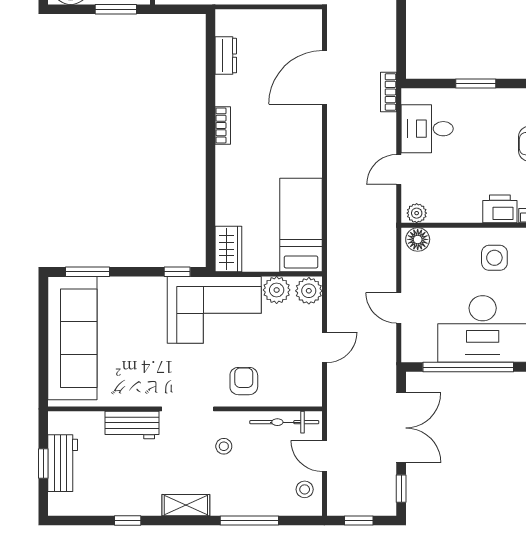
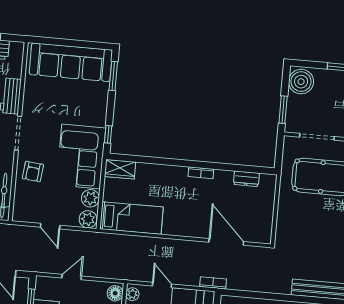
armchair: (244, 381) -> (33, 172), turned 96

